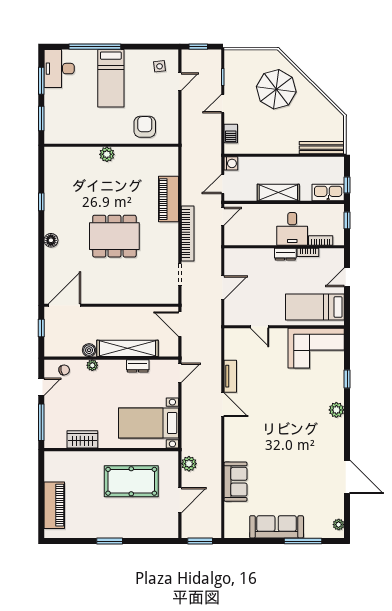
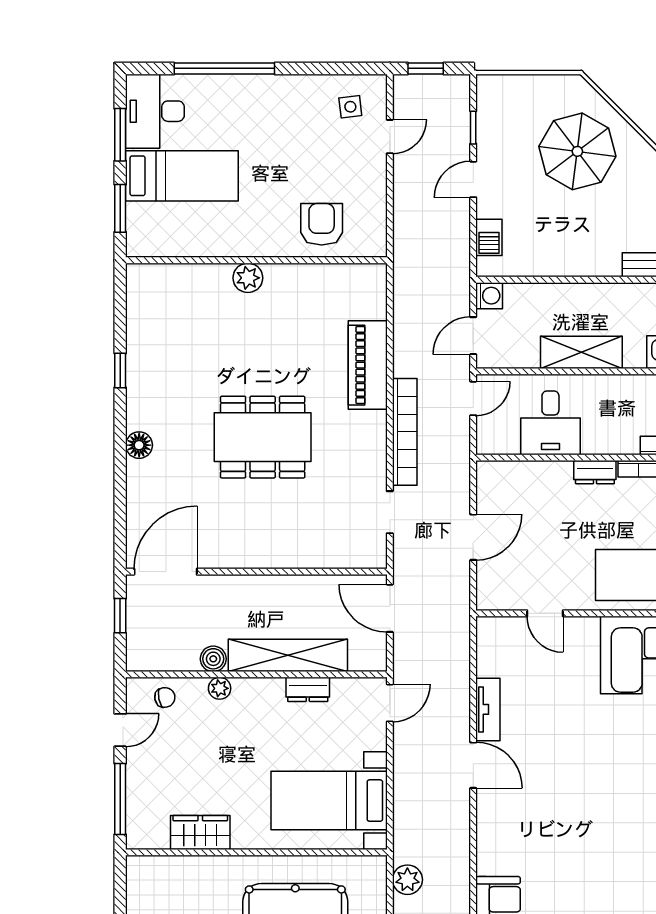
bed: (111, 78) -> (182, 176), moved, turned -90
desk: (292, 229) -> (550, 423), moved

